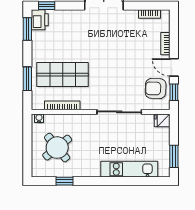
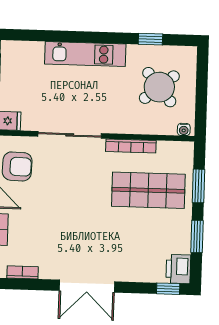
window: (27, 29) -> (197, 236), moved
bookcase: (62, 105) -> (131, 146), moved
kitchen unit: (129, 169) -> (85, 54), moved

